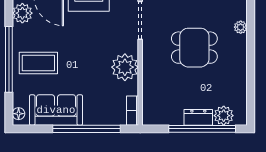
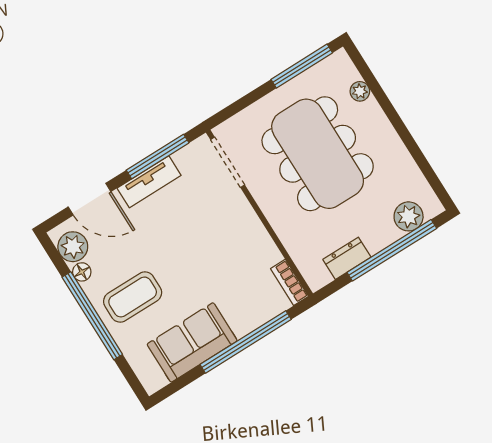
dining table: (194, 48) -> (318, 154), width x1.88, depth x1.24
plant: (125, 67) -> (245, 234), removed
floor lamp: (19, 114) -> (82, 272), moved
dresser: (198, 117) -> (347, 258), moved

